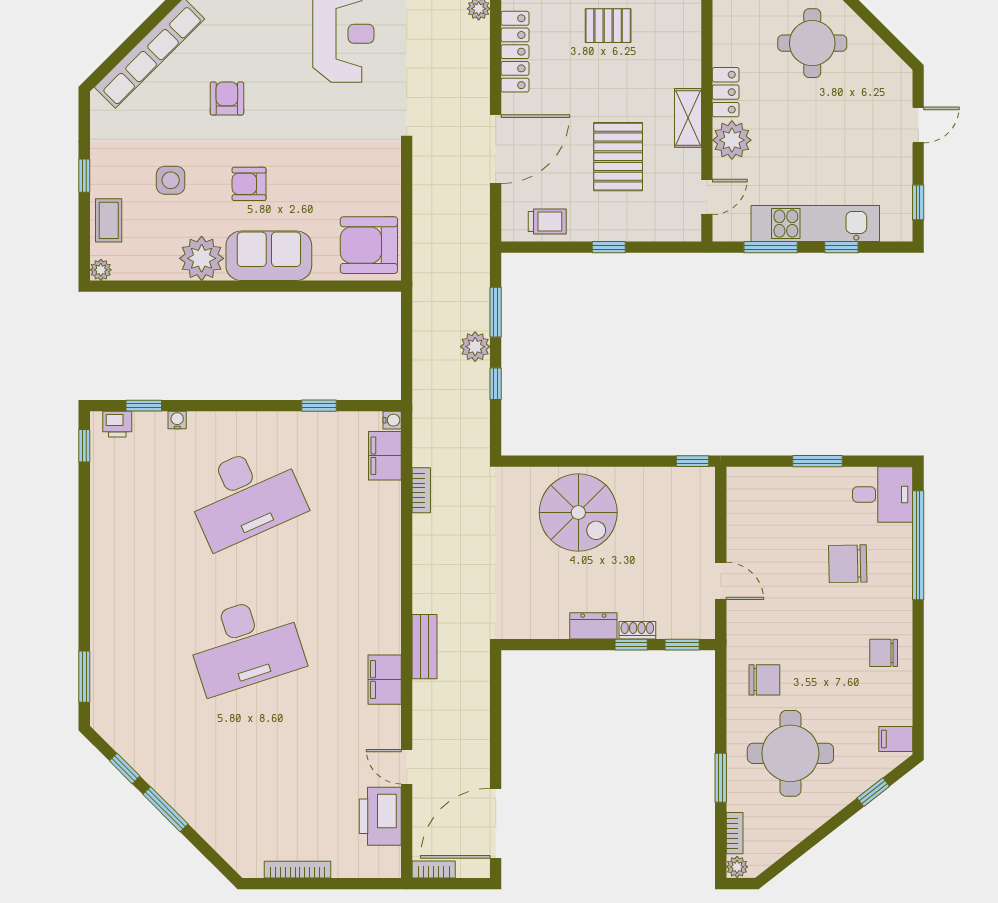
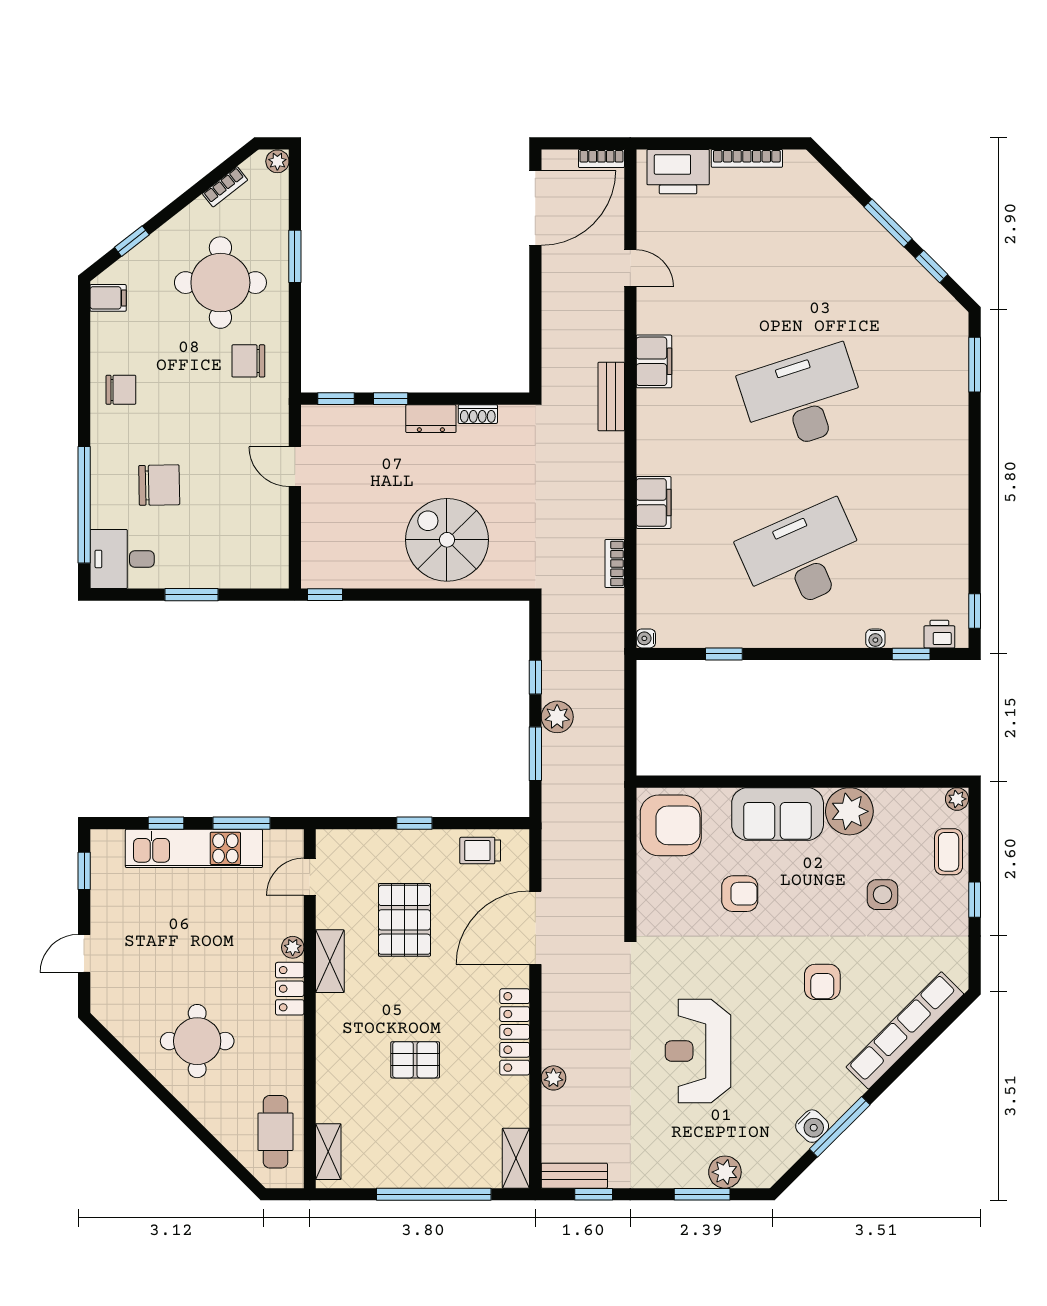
plant: (732, 140) -> (293, 947), width x0.53, depth x0.53
armchair: (249, 184) -> (740, 894), moved
filing cabinet: (385, 456) -> (654, 502), moved
shoe rack: (637, 630) -> (478, 414), moved
printer: (380, 816) -> (678, 172), moved, turned 90
bookcase: (735, 833) -> (225, 187), moved, turned -128

